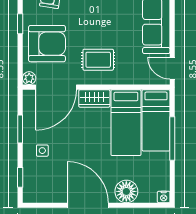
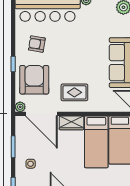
armchair: (47, 44) -> (34, 80), turned -90
door: (56, 87) -> (41, 114), hinge flipped

